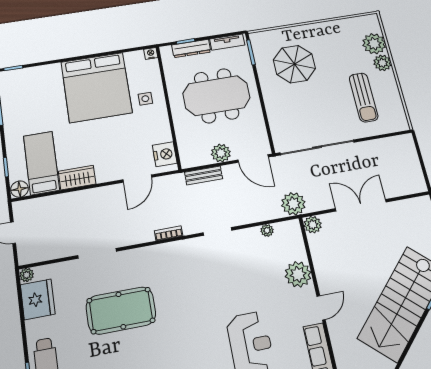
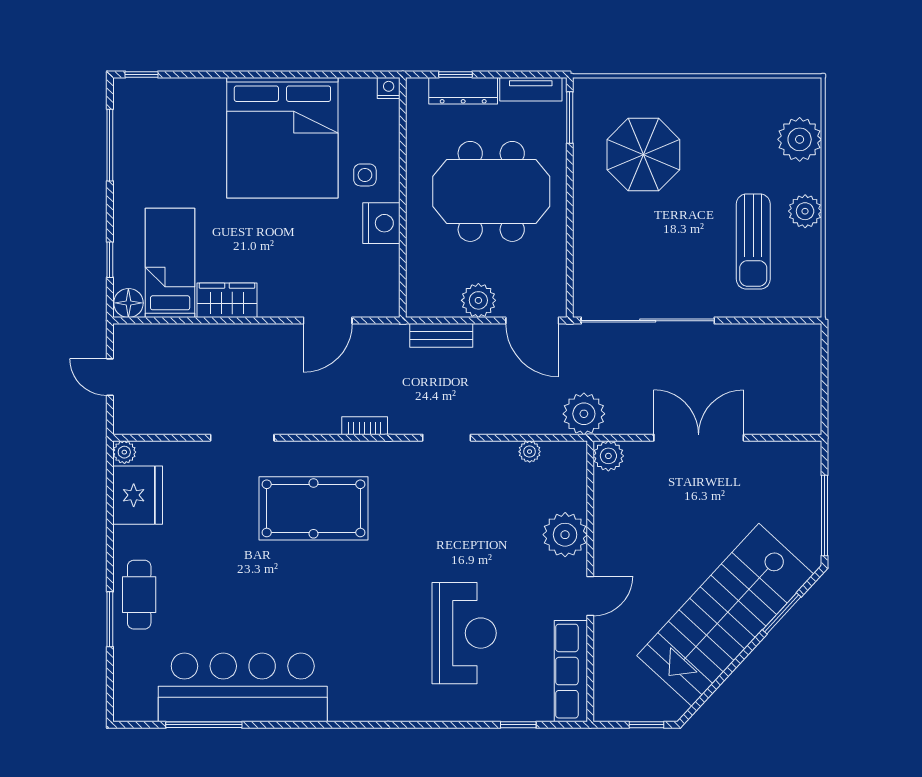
plant: (382, 63) -> (805, 211), moved
nightstand: (165, 154) -> (381, 223), moved
pool table: (121, 310) -> (314, 508), moved

